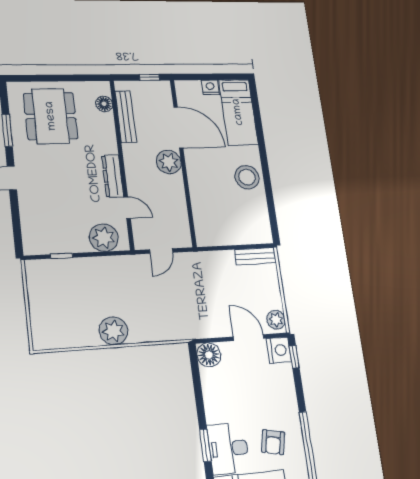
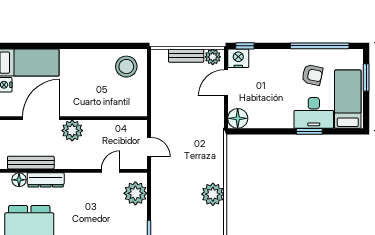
dresser: (113, 176) -> (46, 180), moved
stool: (247, 177) -> (126, 67), moved
bench: (255, 256) -> (186, 56), moved, turned 90

